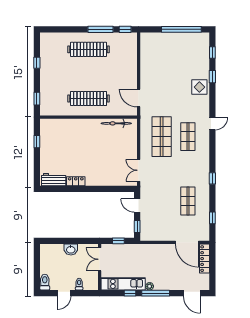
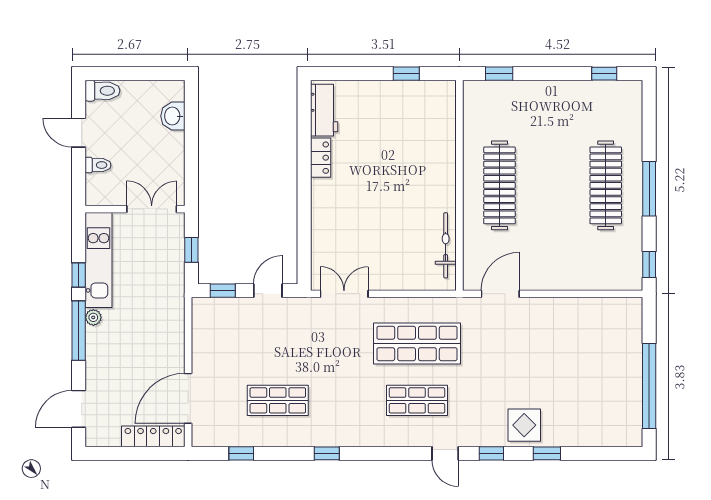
window: (101, 29) -> (649, 189), moved
window: (212, 52) -> (491, 453), moved
window: (37, 63) -> (604, 74), moved
washbasin: (71, 249) -> (173, 116), moved

